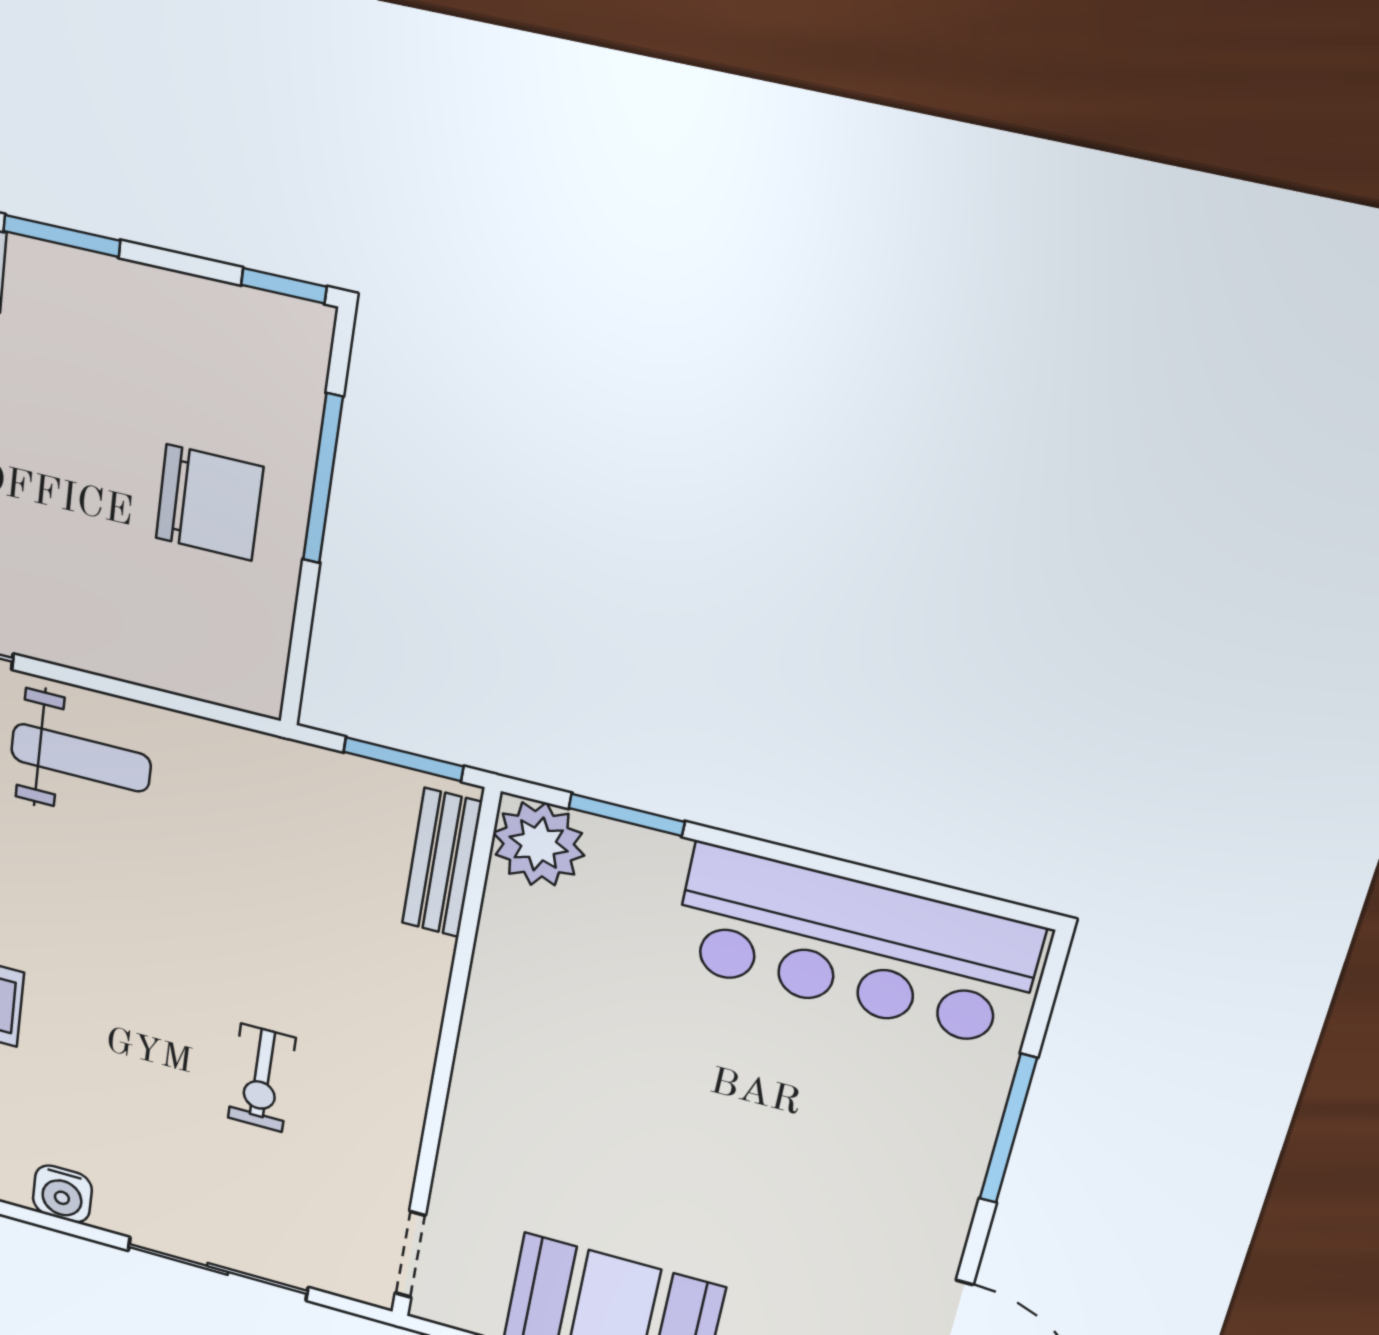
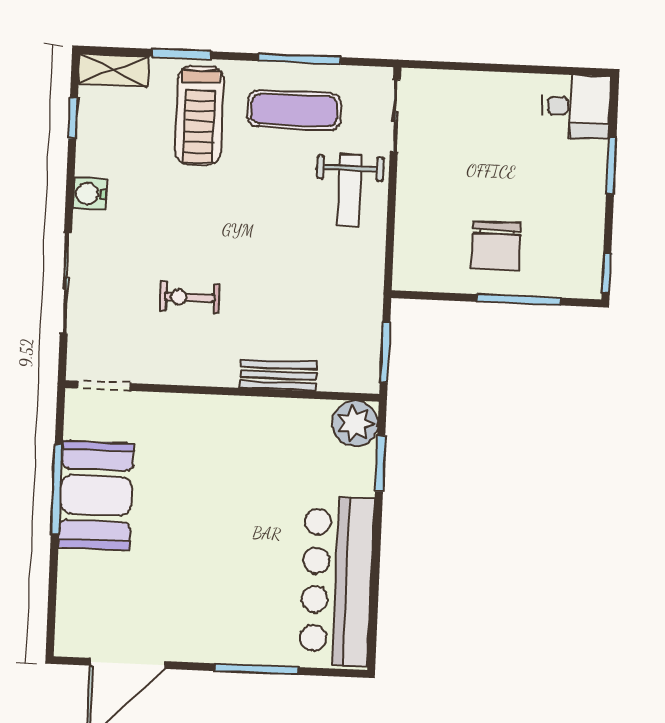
bench: (442, 863) -> (278, 375), moved

